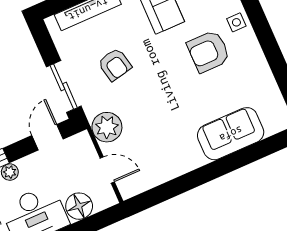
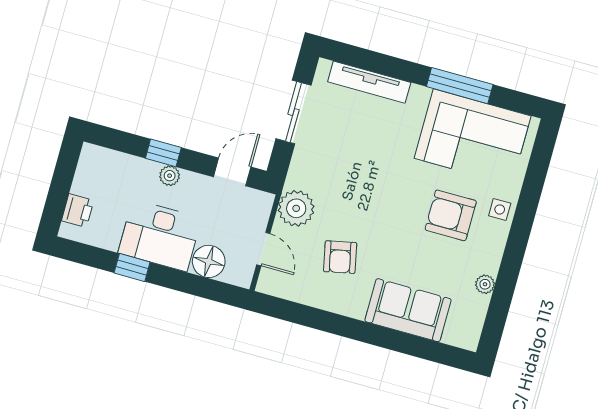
armchair: (115, 64) -> (340, 257), moved
plant: (266, 77) -> (485, 284), added
sliding door: (64, 87) -> (293, 112), moved

